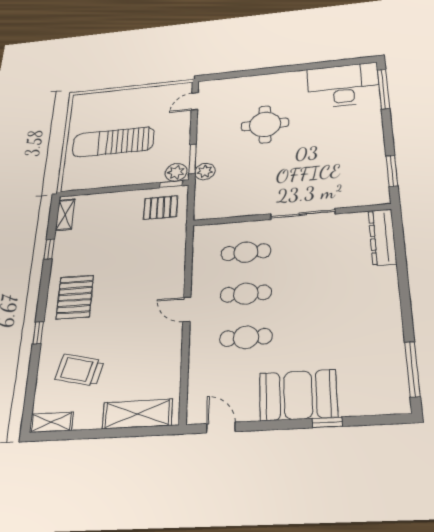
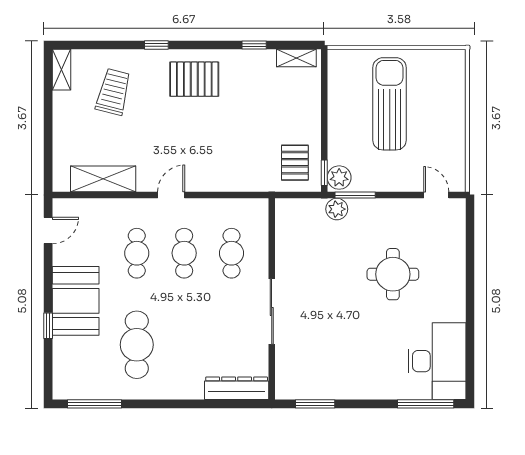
cafe table: (343, 331) -> (137, 345), added
shelving: (137, 414) -> (103, 179), moved, turned 90

